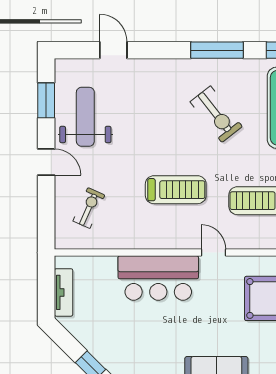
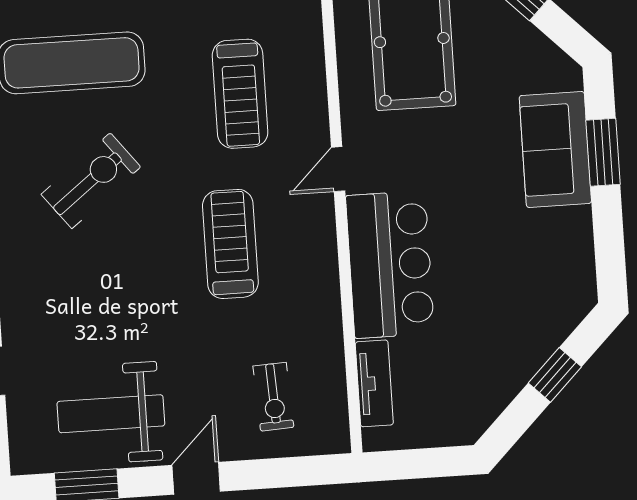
exercise bike: (89, 208) -> (273, 397), turned -117
tv unit: (64, 292) -> (374, 383), moved, turned 90

